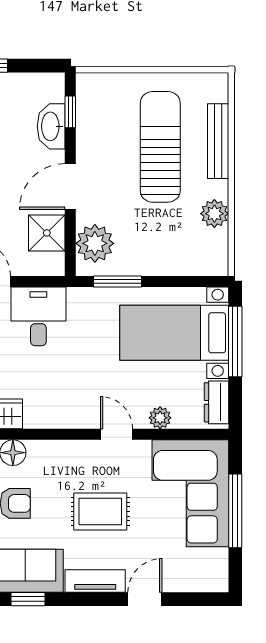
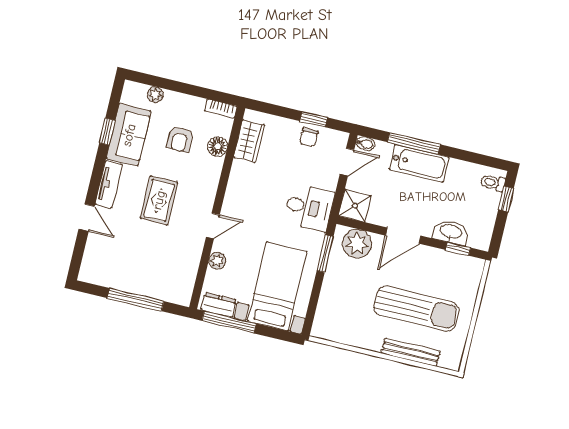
door: (70, 187) -> (403, 236), swing flipped
plant: (214, 214) -> (358, 337), removed
shower: (47, 233) -> (355, 206), moved
desk: (38, 316) -> (309, 208), moved
window: (235, 342) -> (229, 322), moved
corner sofa: (190, 493) -> (156, 270), removed

